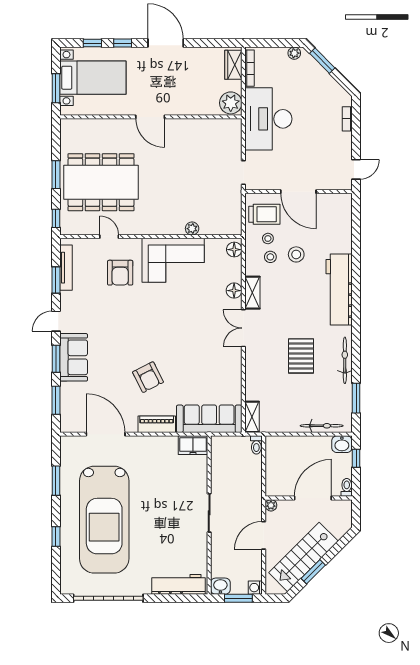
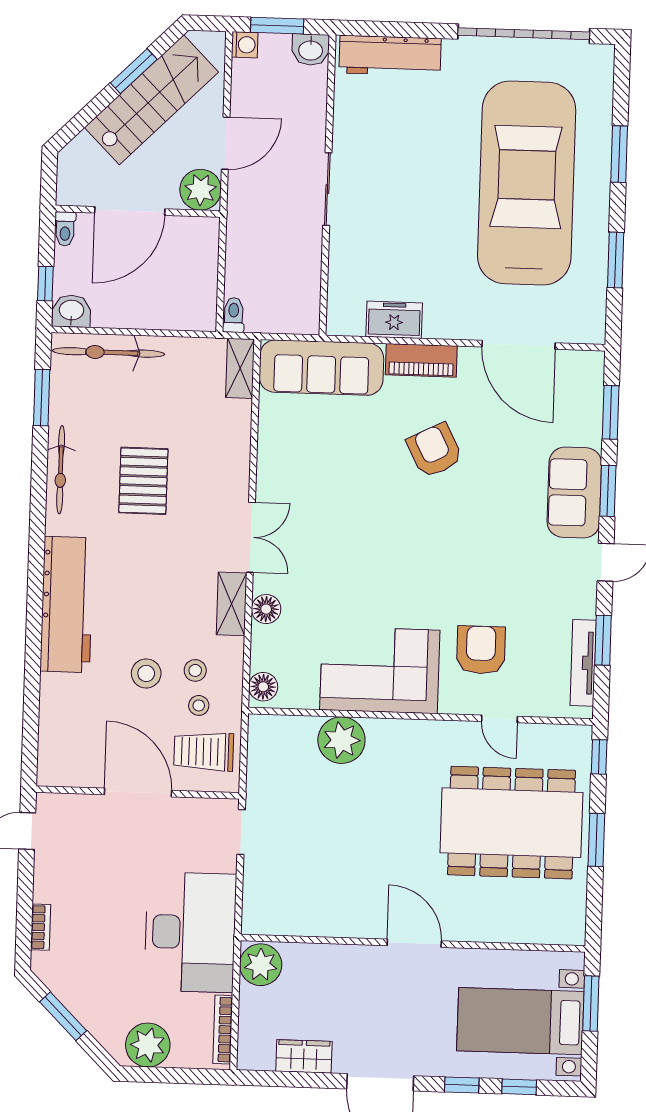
plant: (294, 53) -> (148, 1045), width x1.87, depth x1.87
window: (322, 61) -> (63, 1016), moved
wardrobe: (233, 65) -> (304, 1056), moved, turned -90
plant: (192, 229) -> (341, 740), width x1.88, depth x1.88
bicycle: (322, 426) -> (109, 352), width x1.37, depth x1.40
freezer: (193, 445) -> (394, 320), moved
plant: (271, 505) -> (200, 190), width x1.87, depth x1.87
window: (56, 536) -> (619, 154), width x1.50

